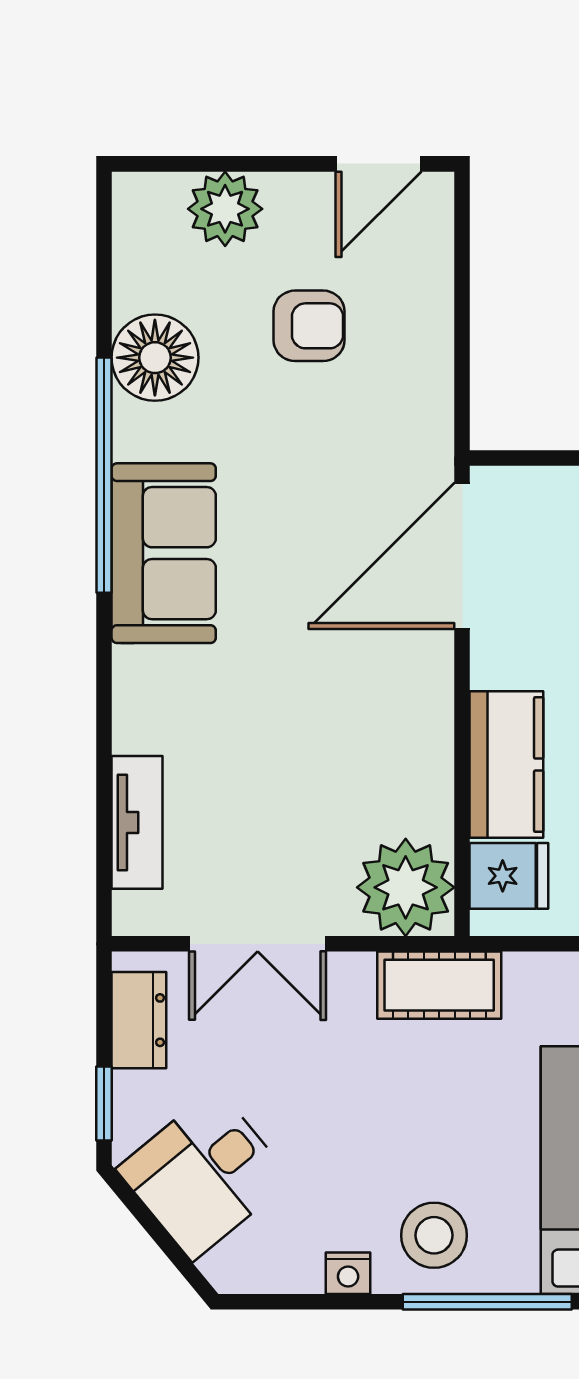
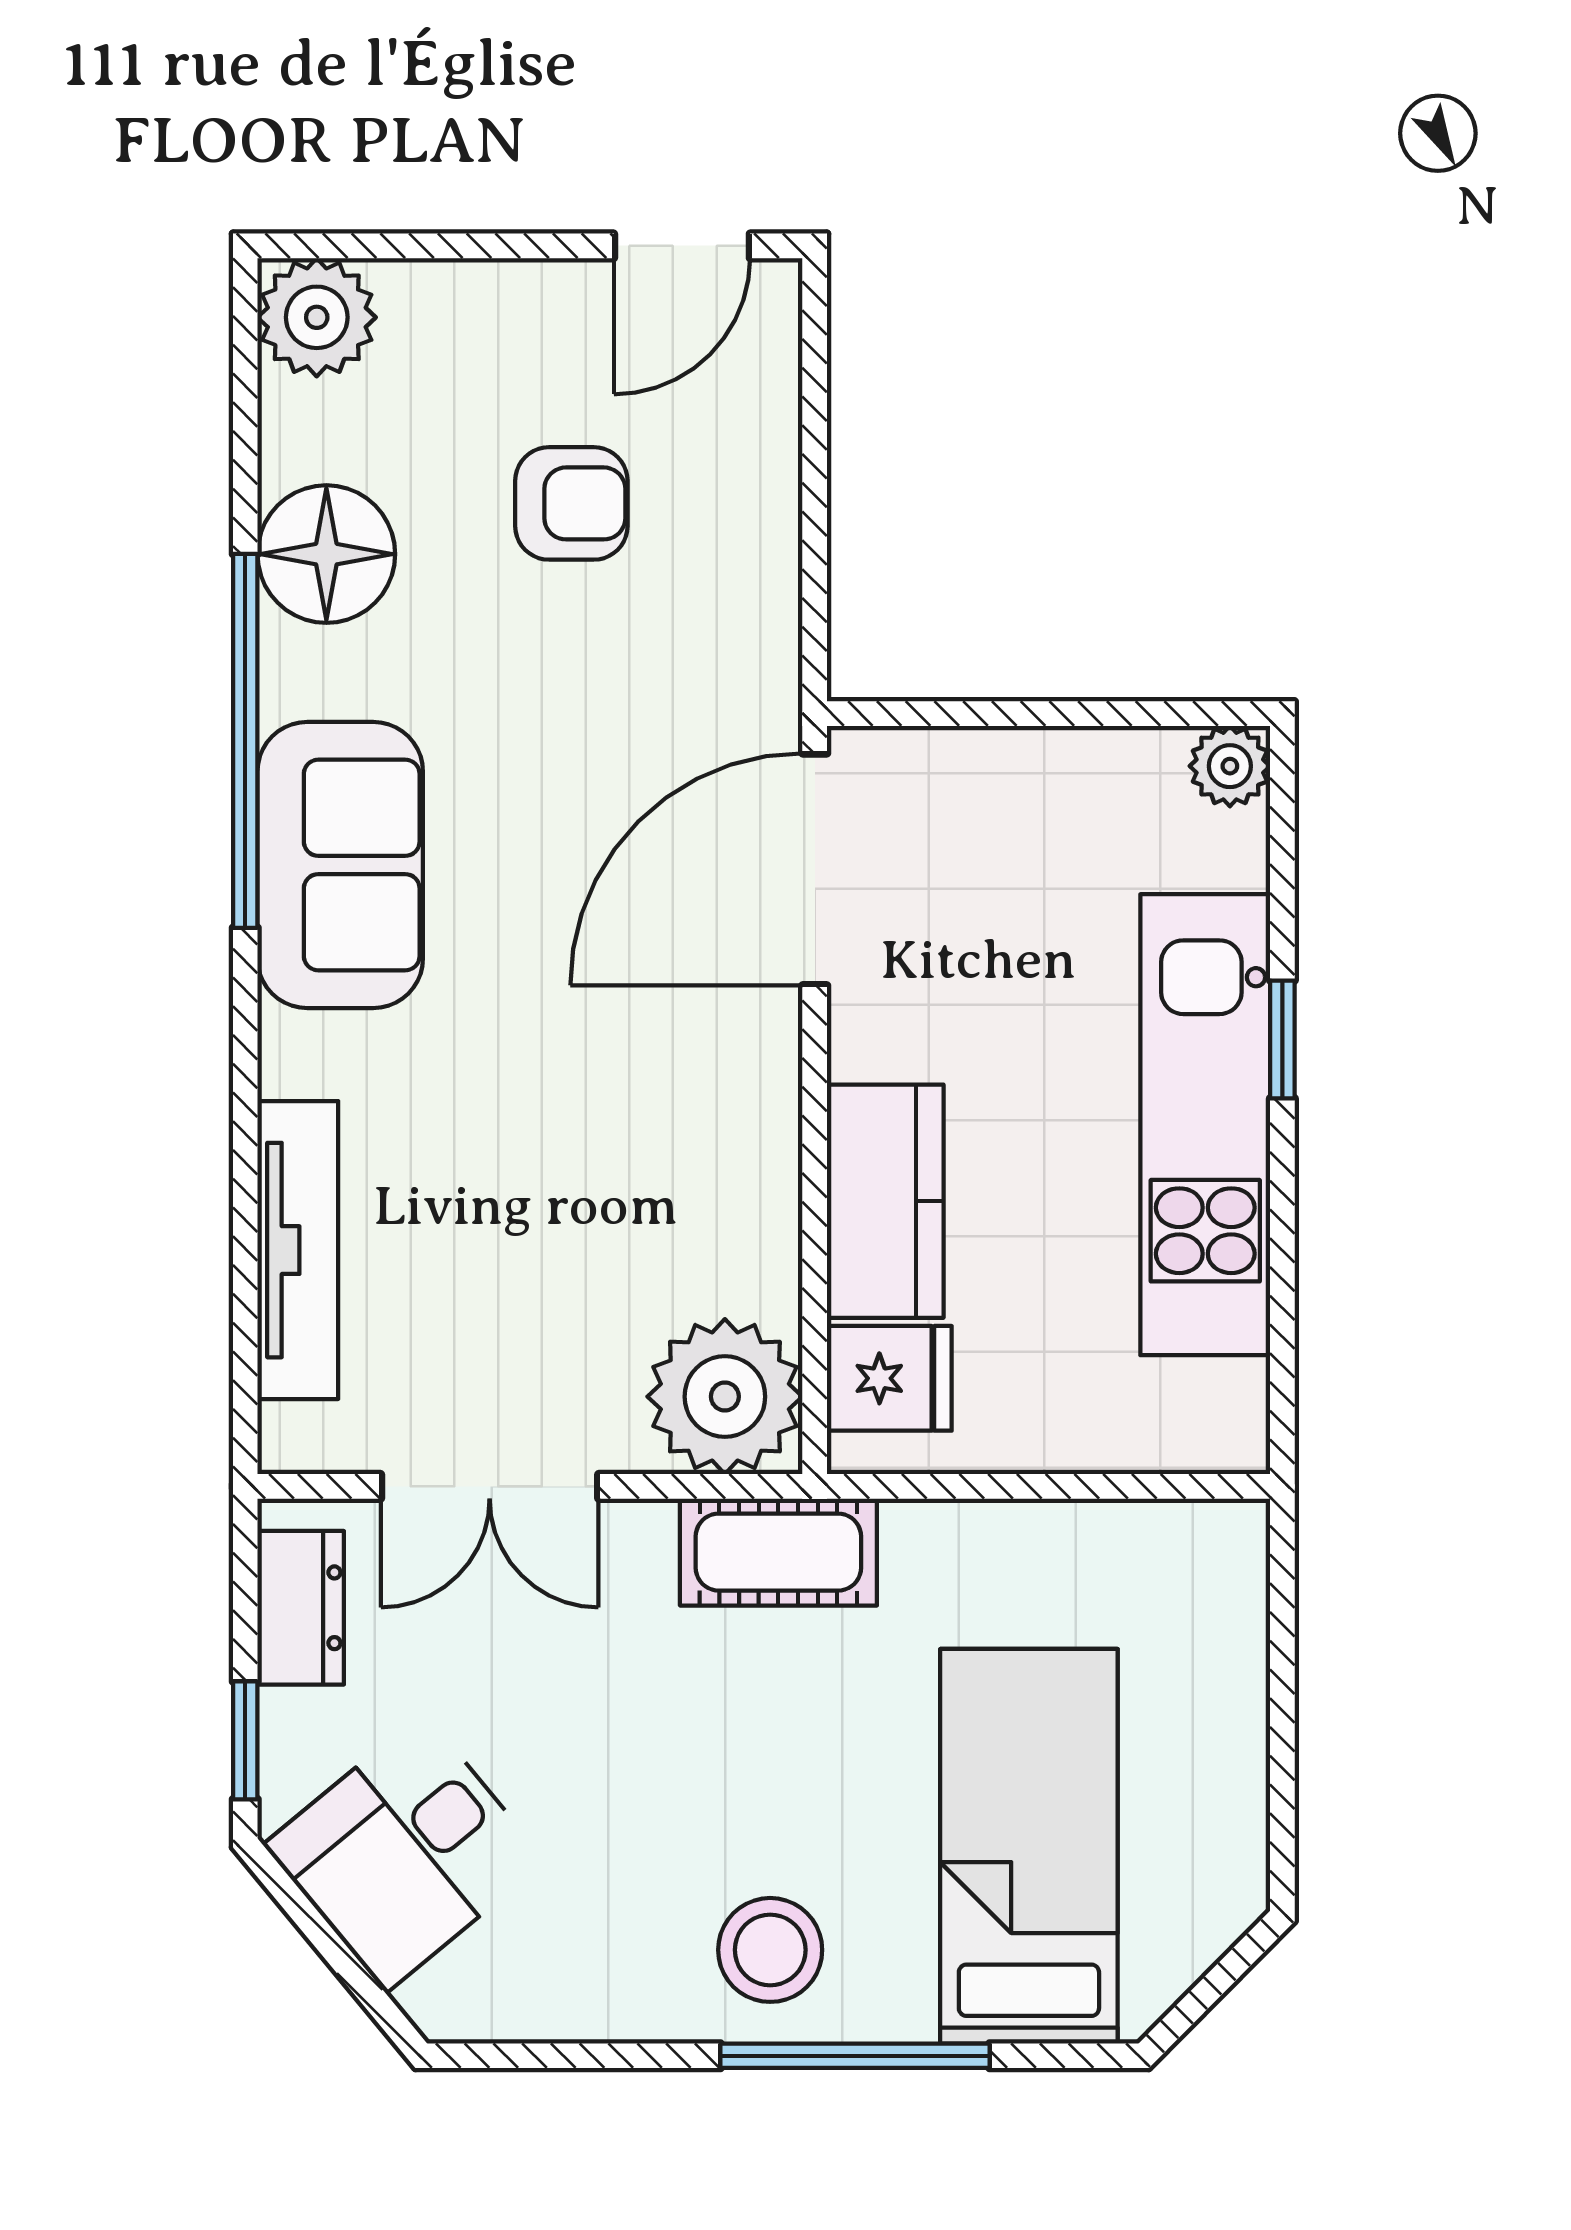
plant: (225, 209) -> (317, 317), moved
tv unit: (137, 822) -> (298, 1250), width x1.41
nightstand: (348, 1273) -> (633, 2010), removed

